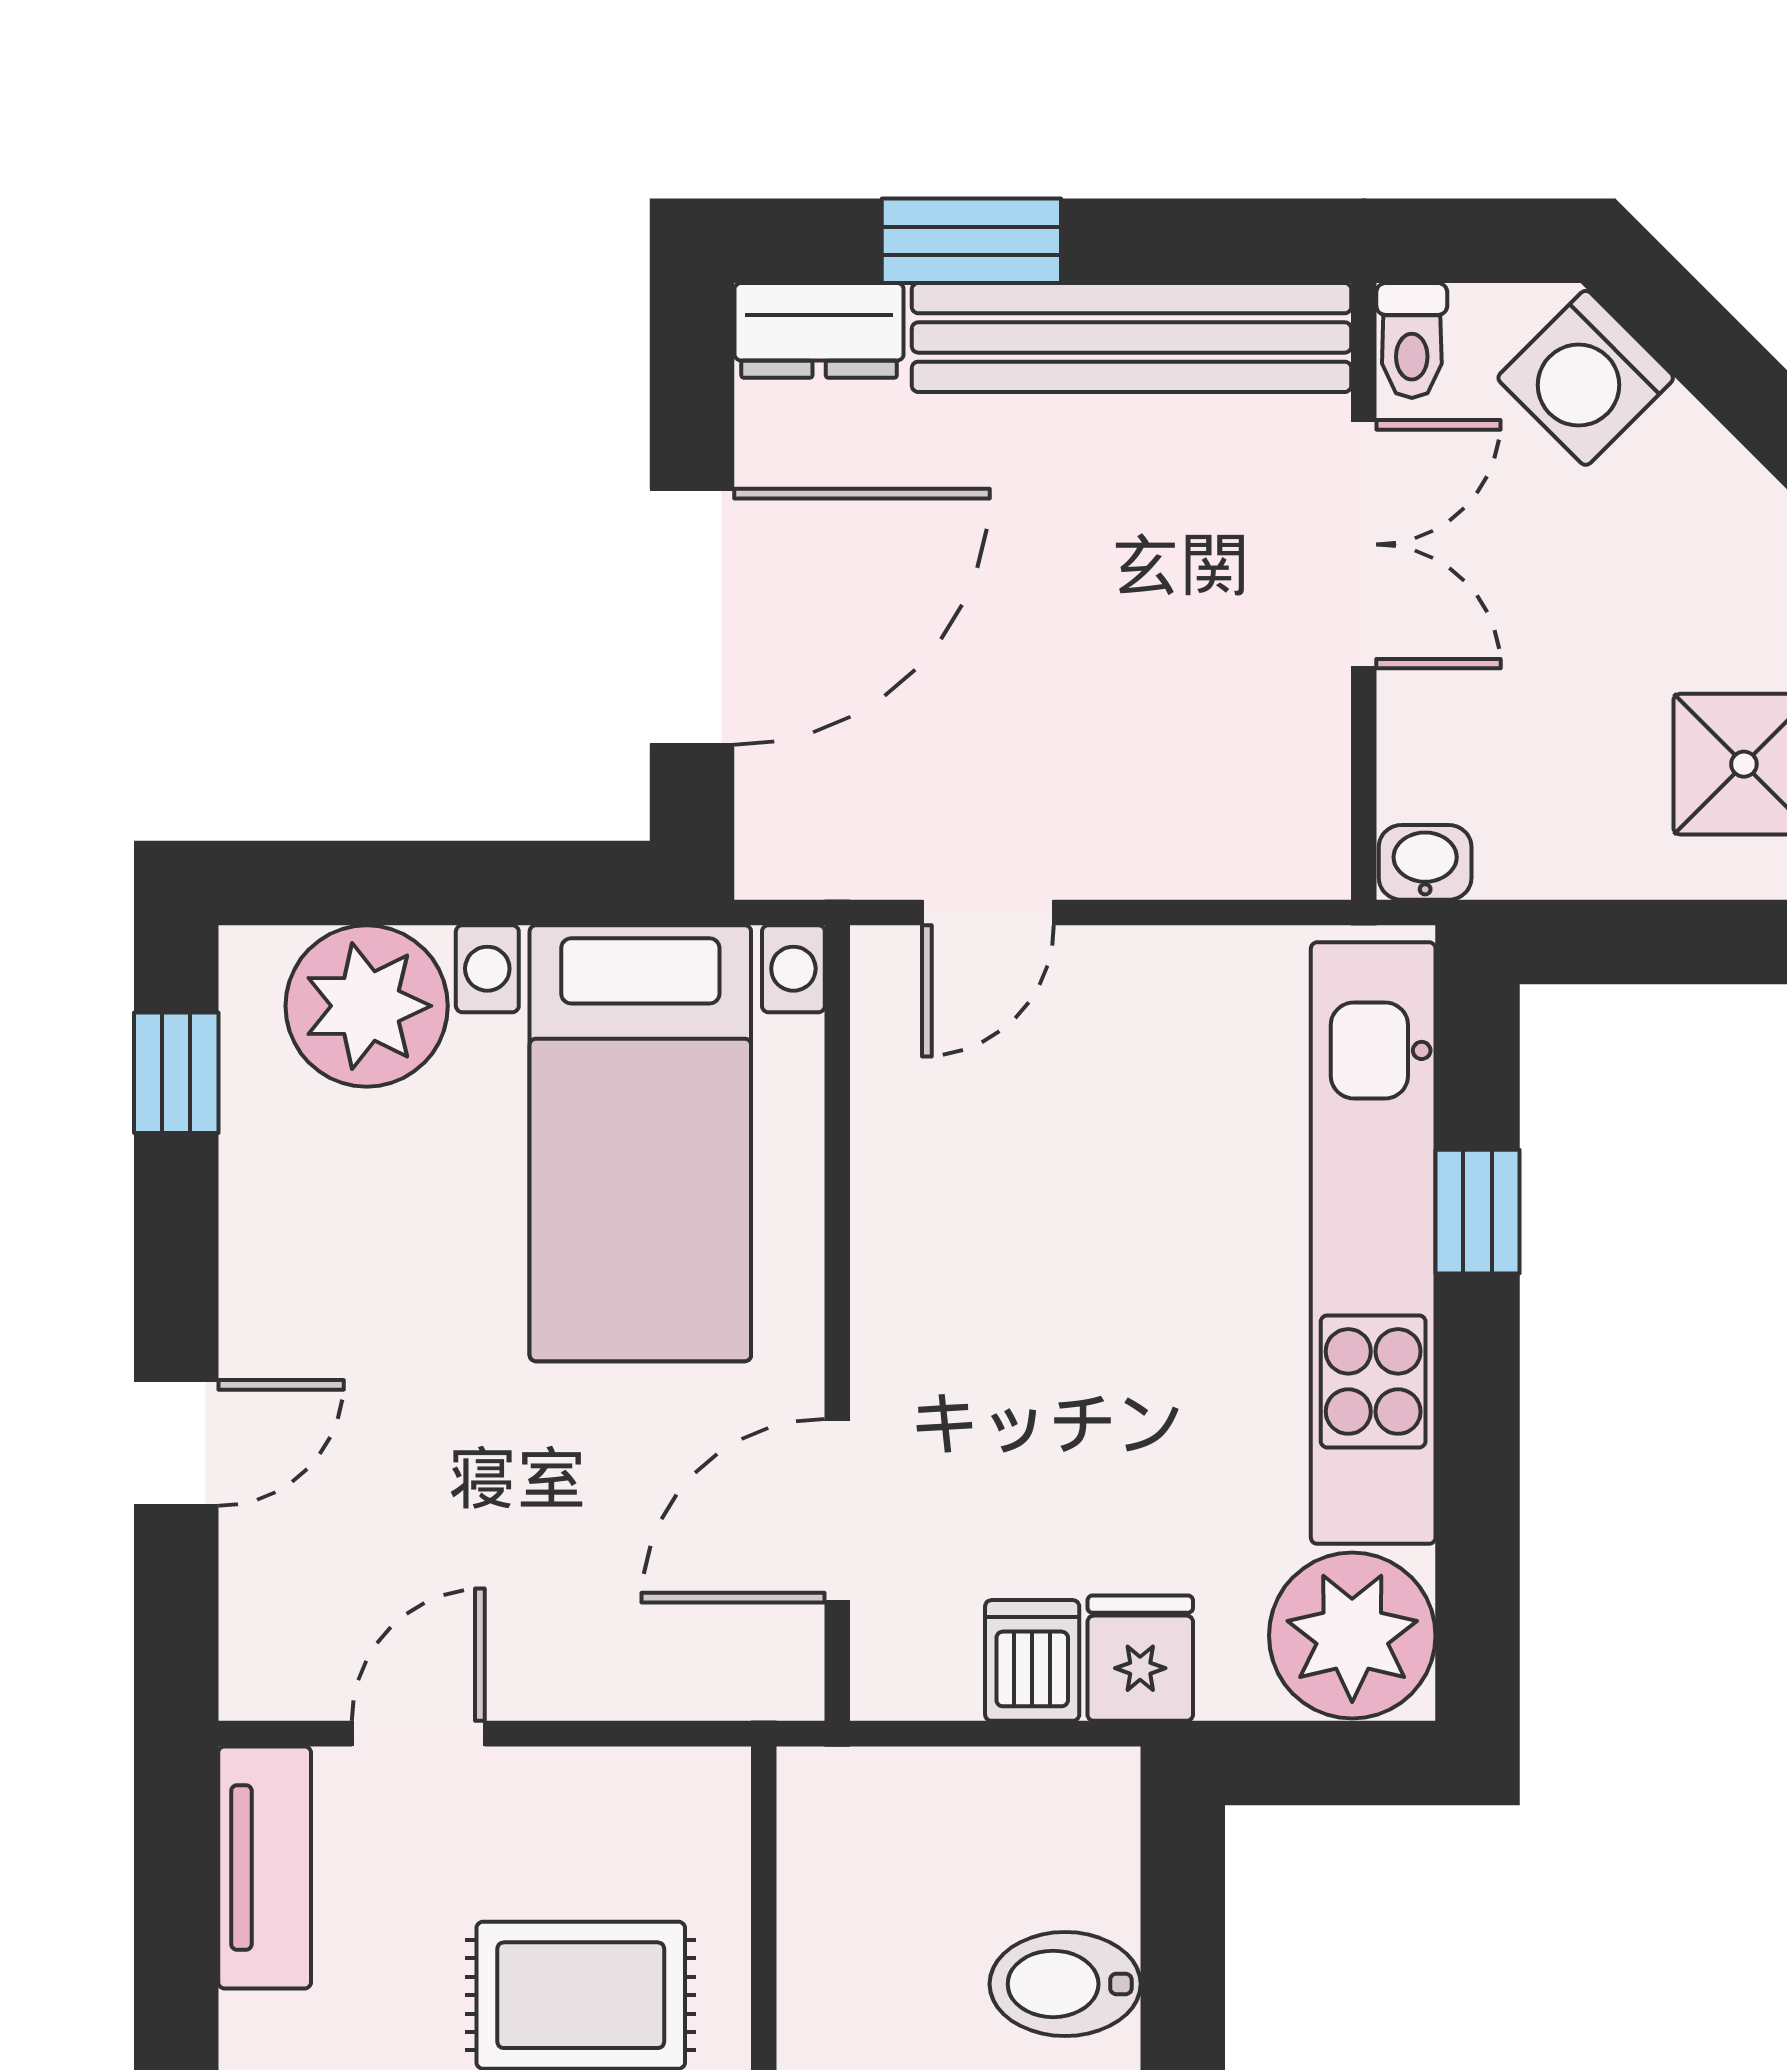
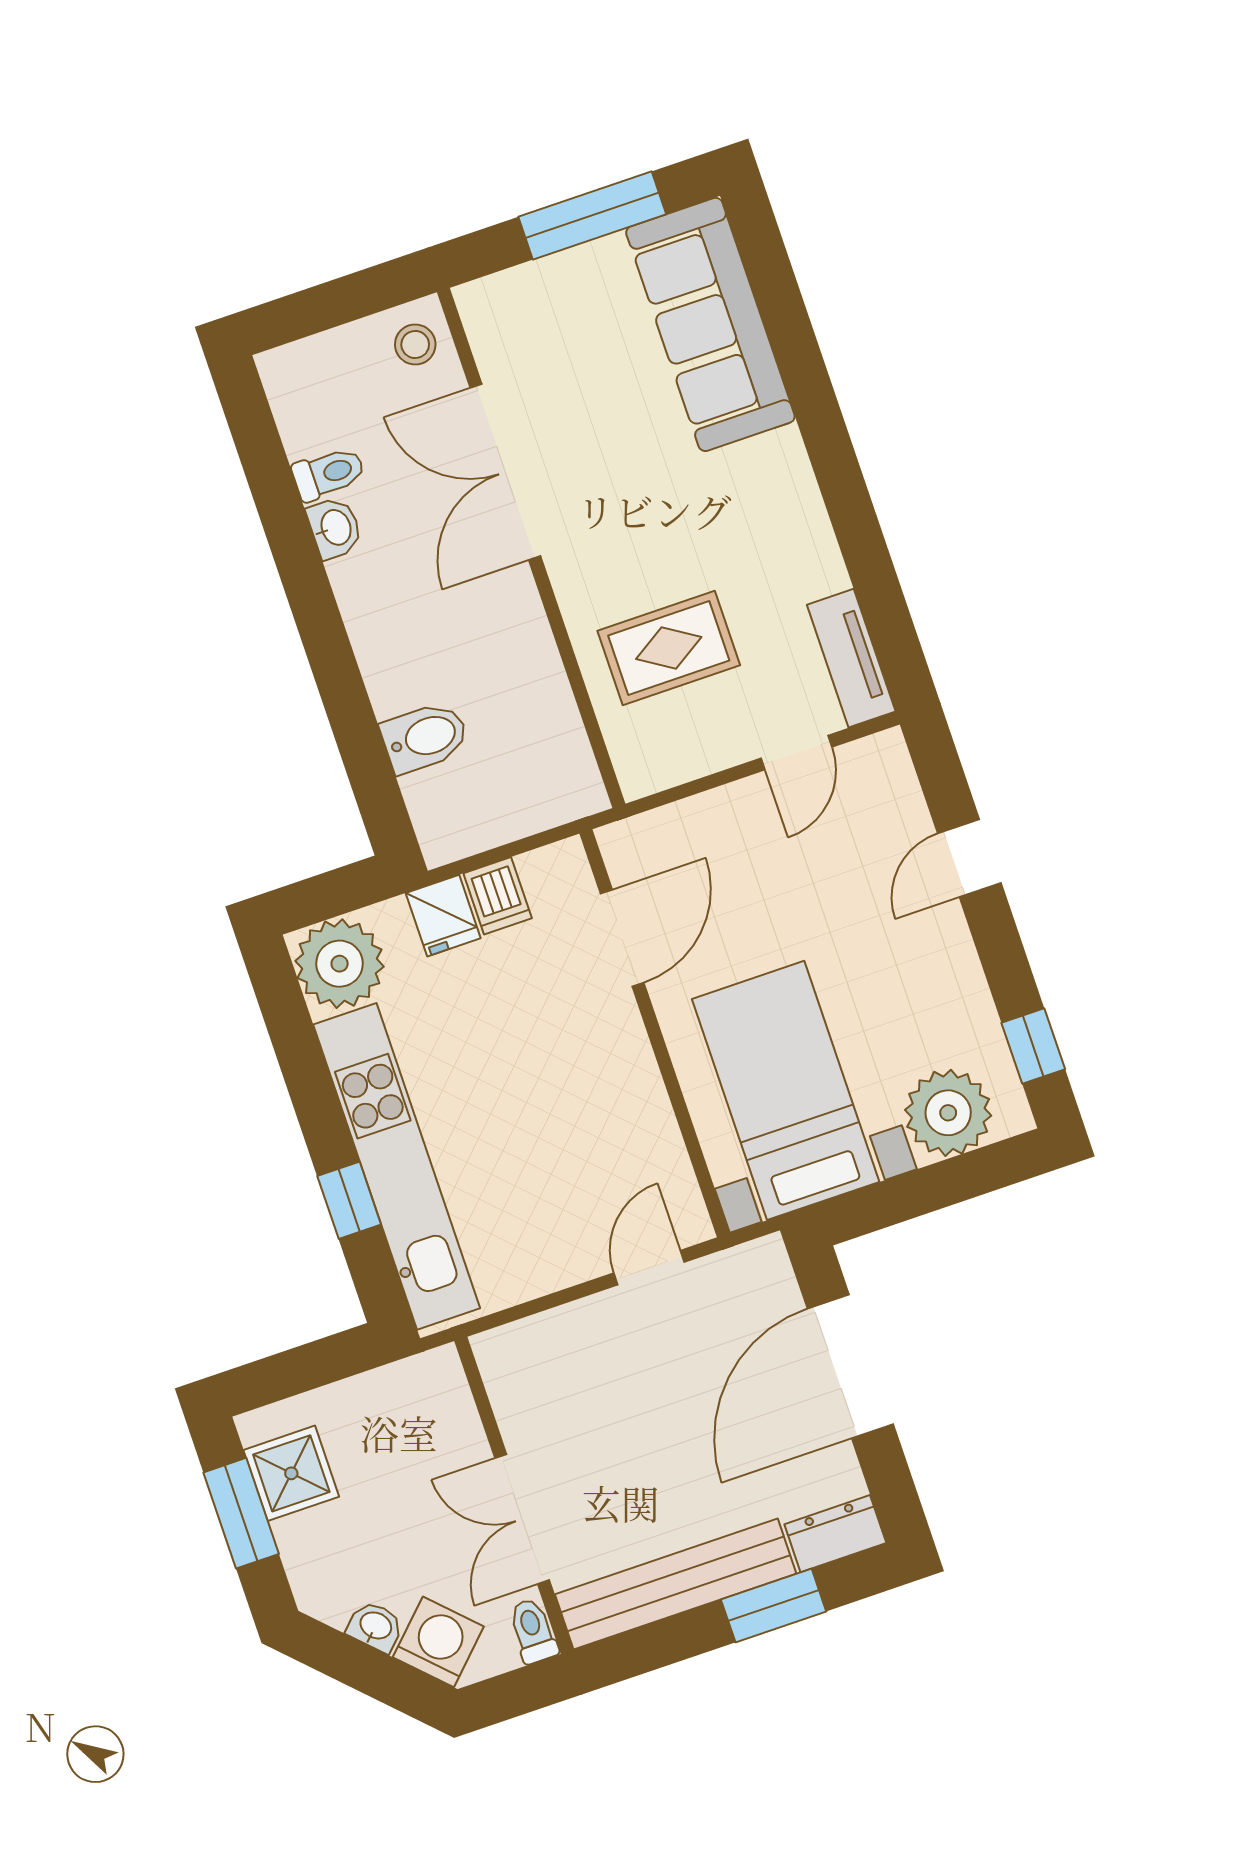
washbasin: (1425, 862) -> (375, 1626), moved, turned -135

